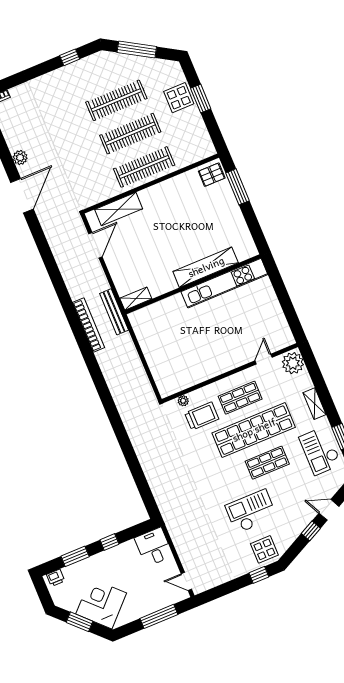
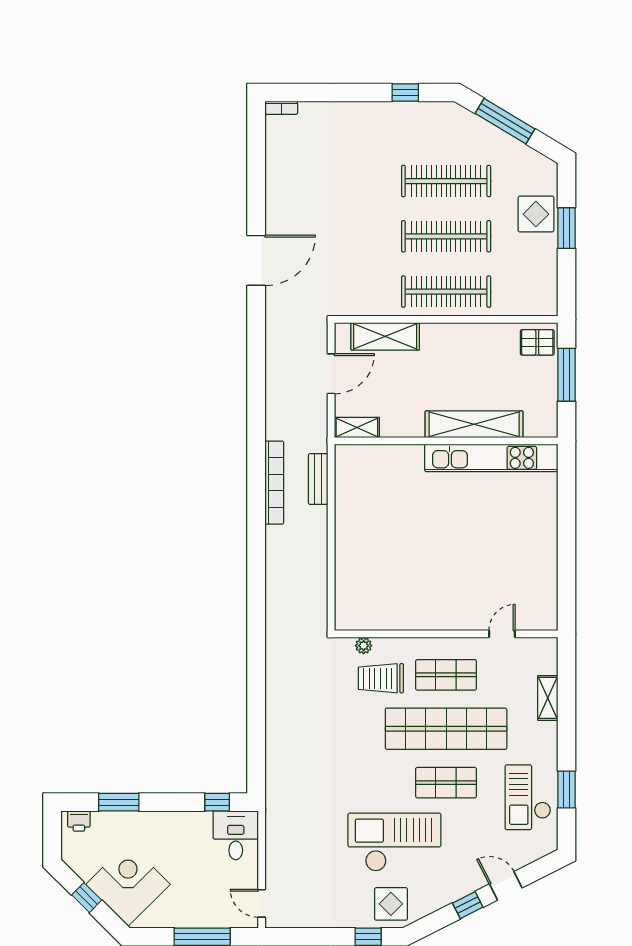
plant: (20, 158) -> (276, 205), removed
shelving: (206, 267) -> (474, 424), moved
kitchen unit: (224, 283) -> (491, 458), moved
wall: (193, 284) -> (446, 441), moved
shelving: (136, 299) -> (357, 427), moved
bench: (114, 312) -> (318, 479), width x0.73
plant: (293, 363) -> (541, 657), removed
shelving: (314, 404) -> (548, 698), moved
trolley: (202, 416) -> (381, 678), turned 180
checkout: (251, 511) -> (394, 842), width x1.36, depth x1.21
window: (109, 542) -> (217, 802), moved
window: (80, 622) -> (87, 898), width x0.67

